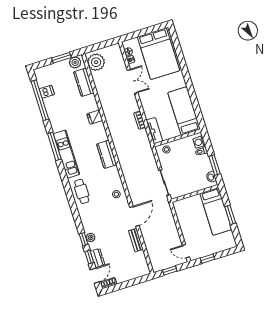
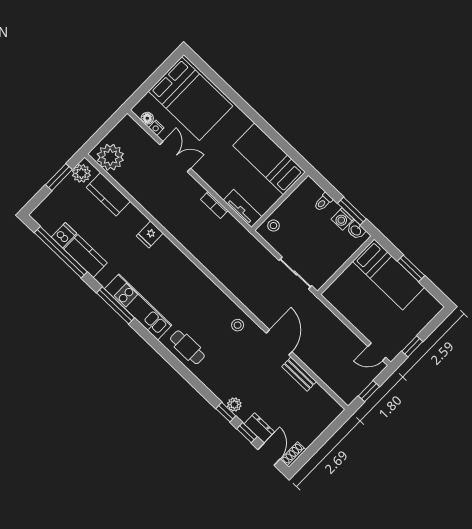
washing machine: (199, 142) -> (342, 219), moved
kitchen counter: (107, 154) -> (85, 256), moved, turned 180

